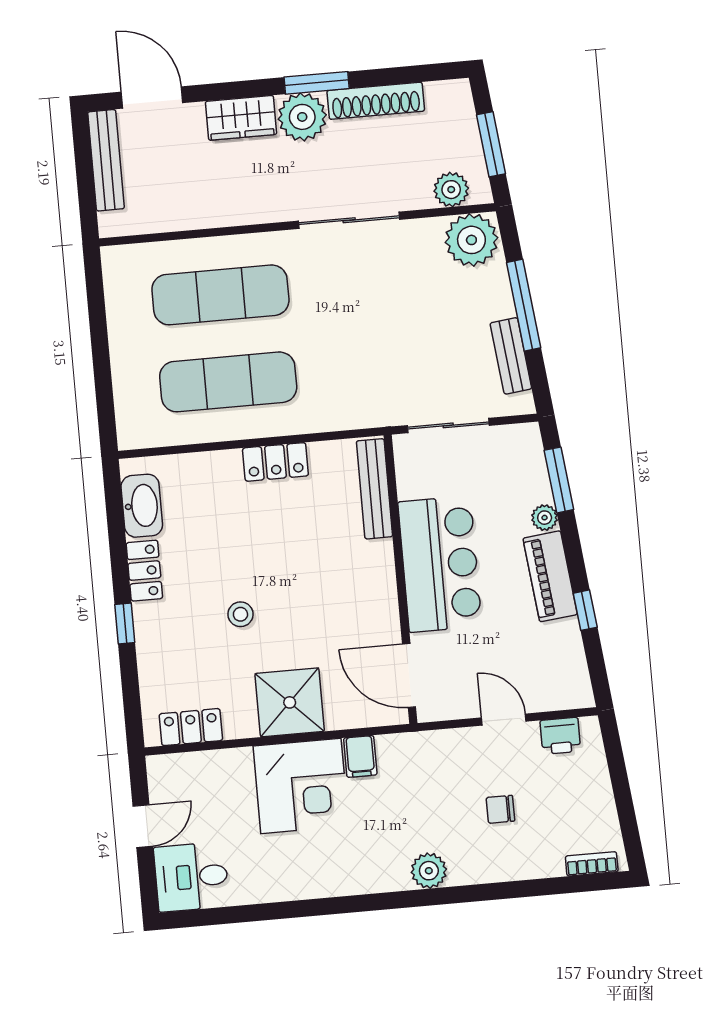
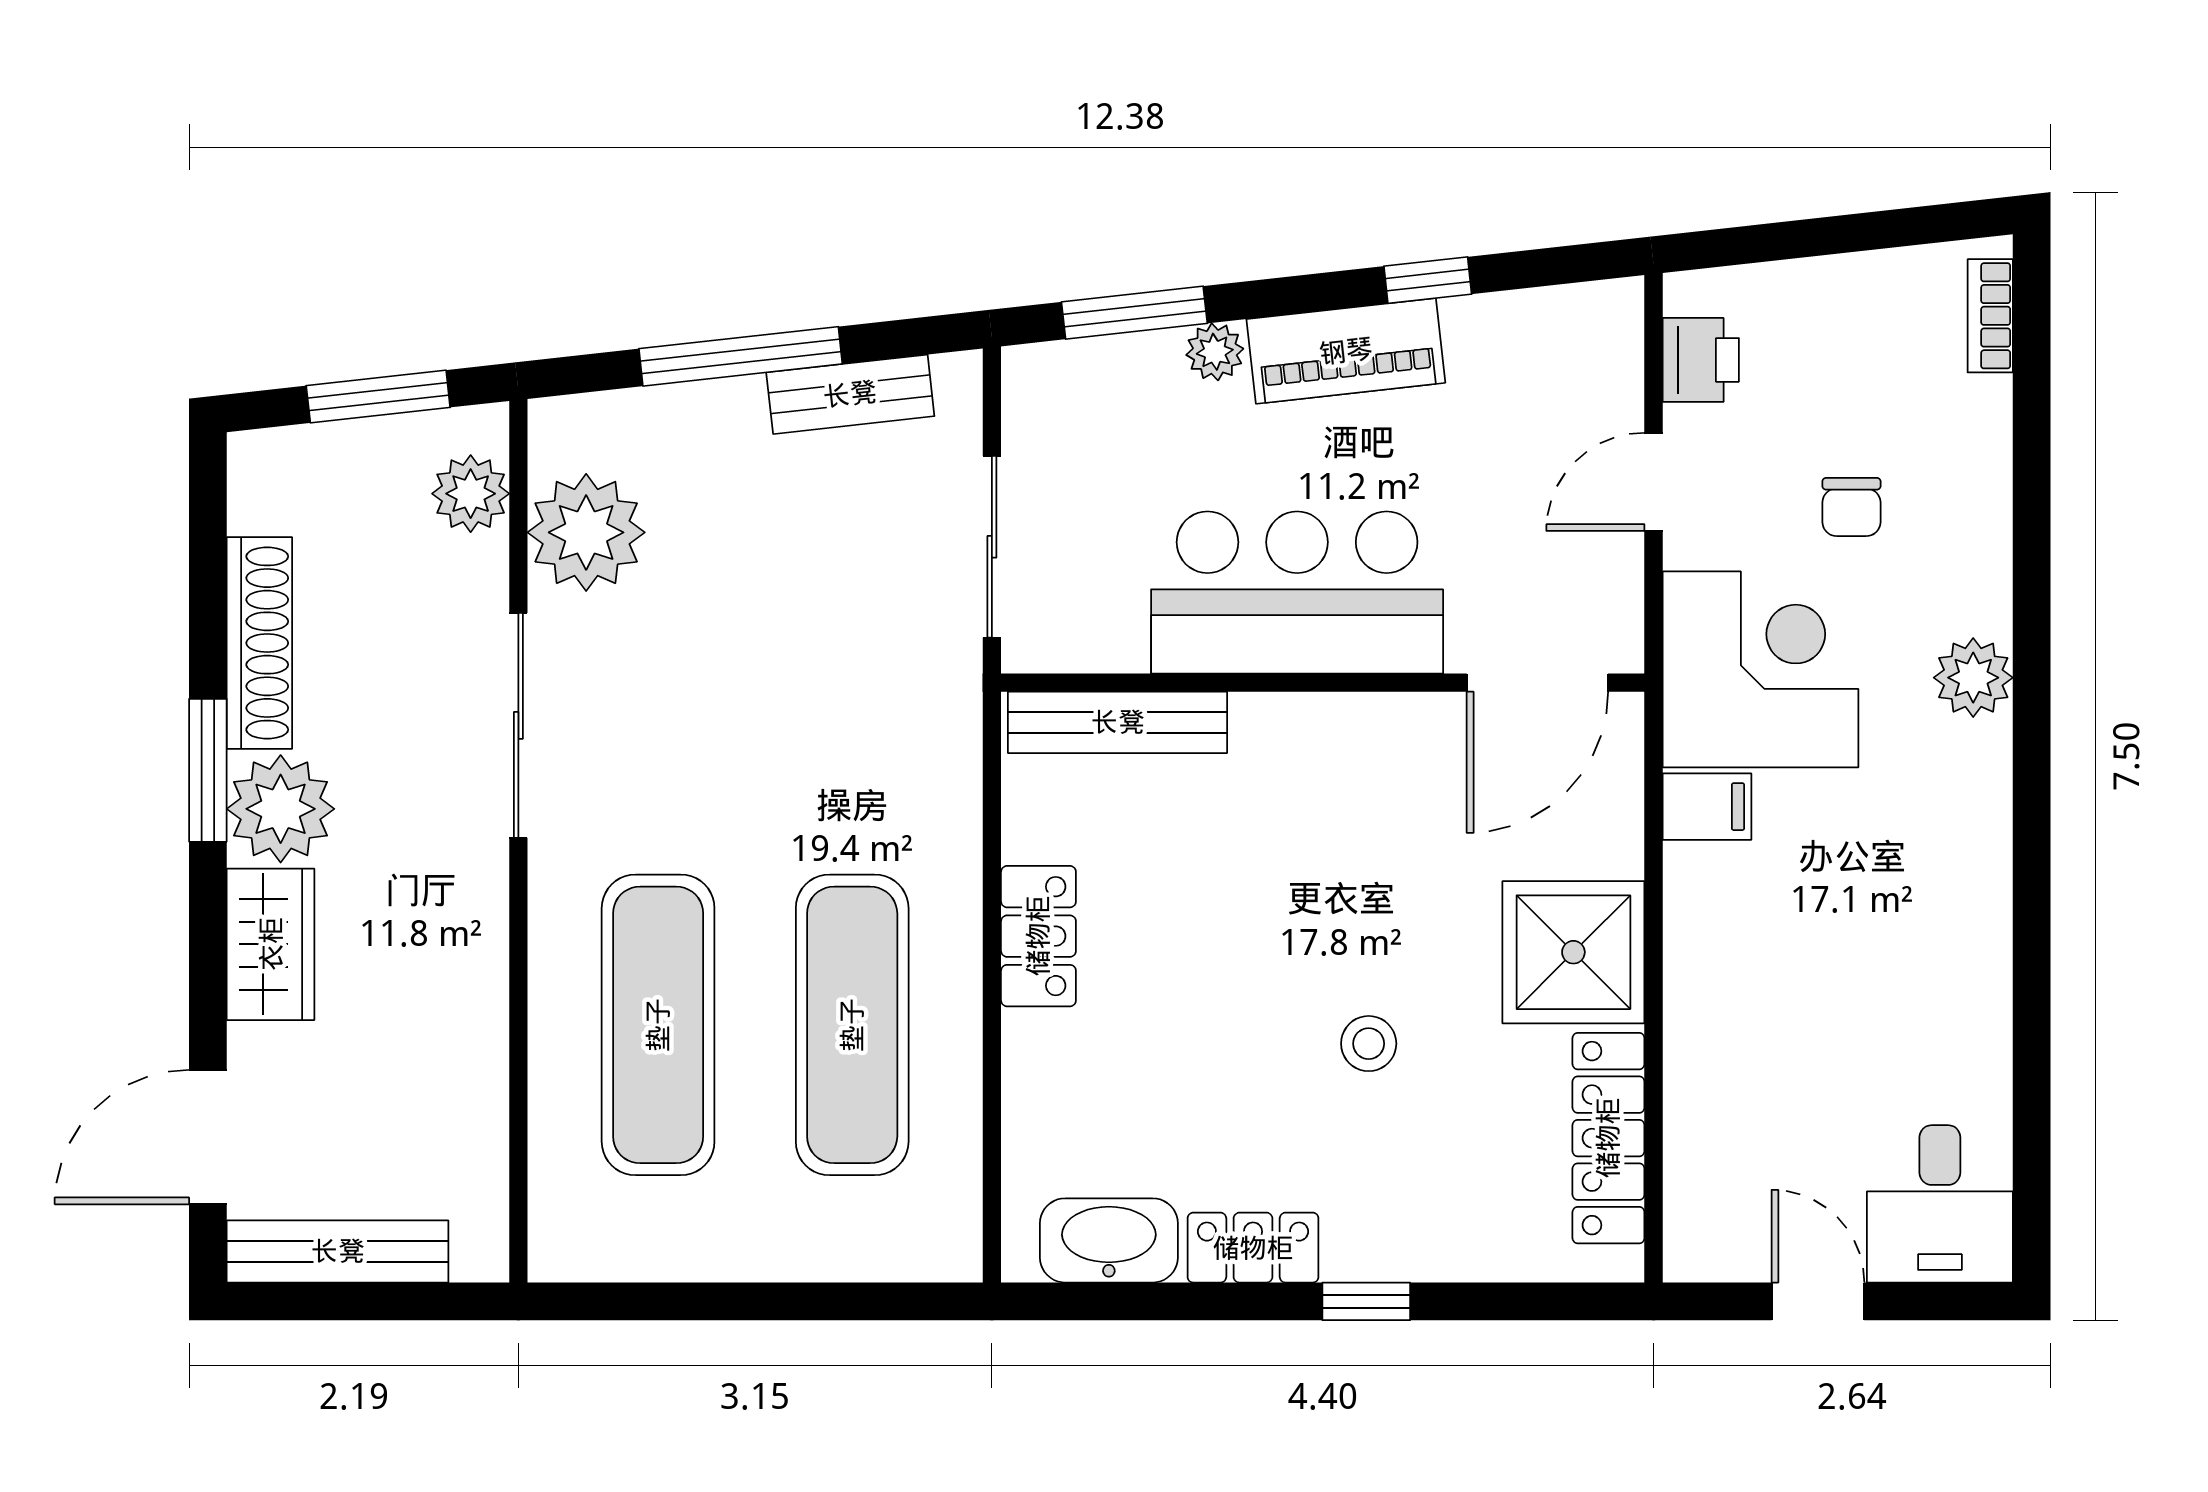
plant: (471, 240) -> (586, 532), moved
locker: (191, 727) -> (1608, 1138), width x1.53
corner desk: (301, 786) -> (1760, 669), moved

